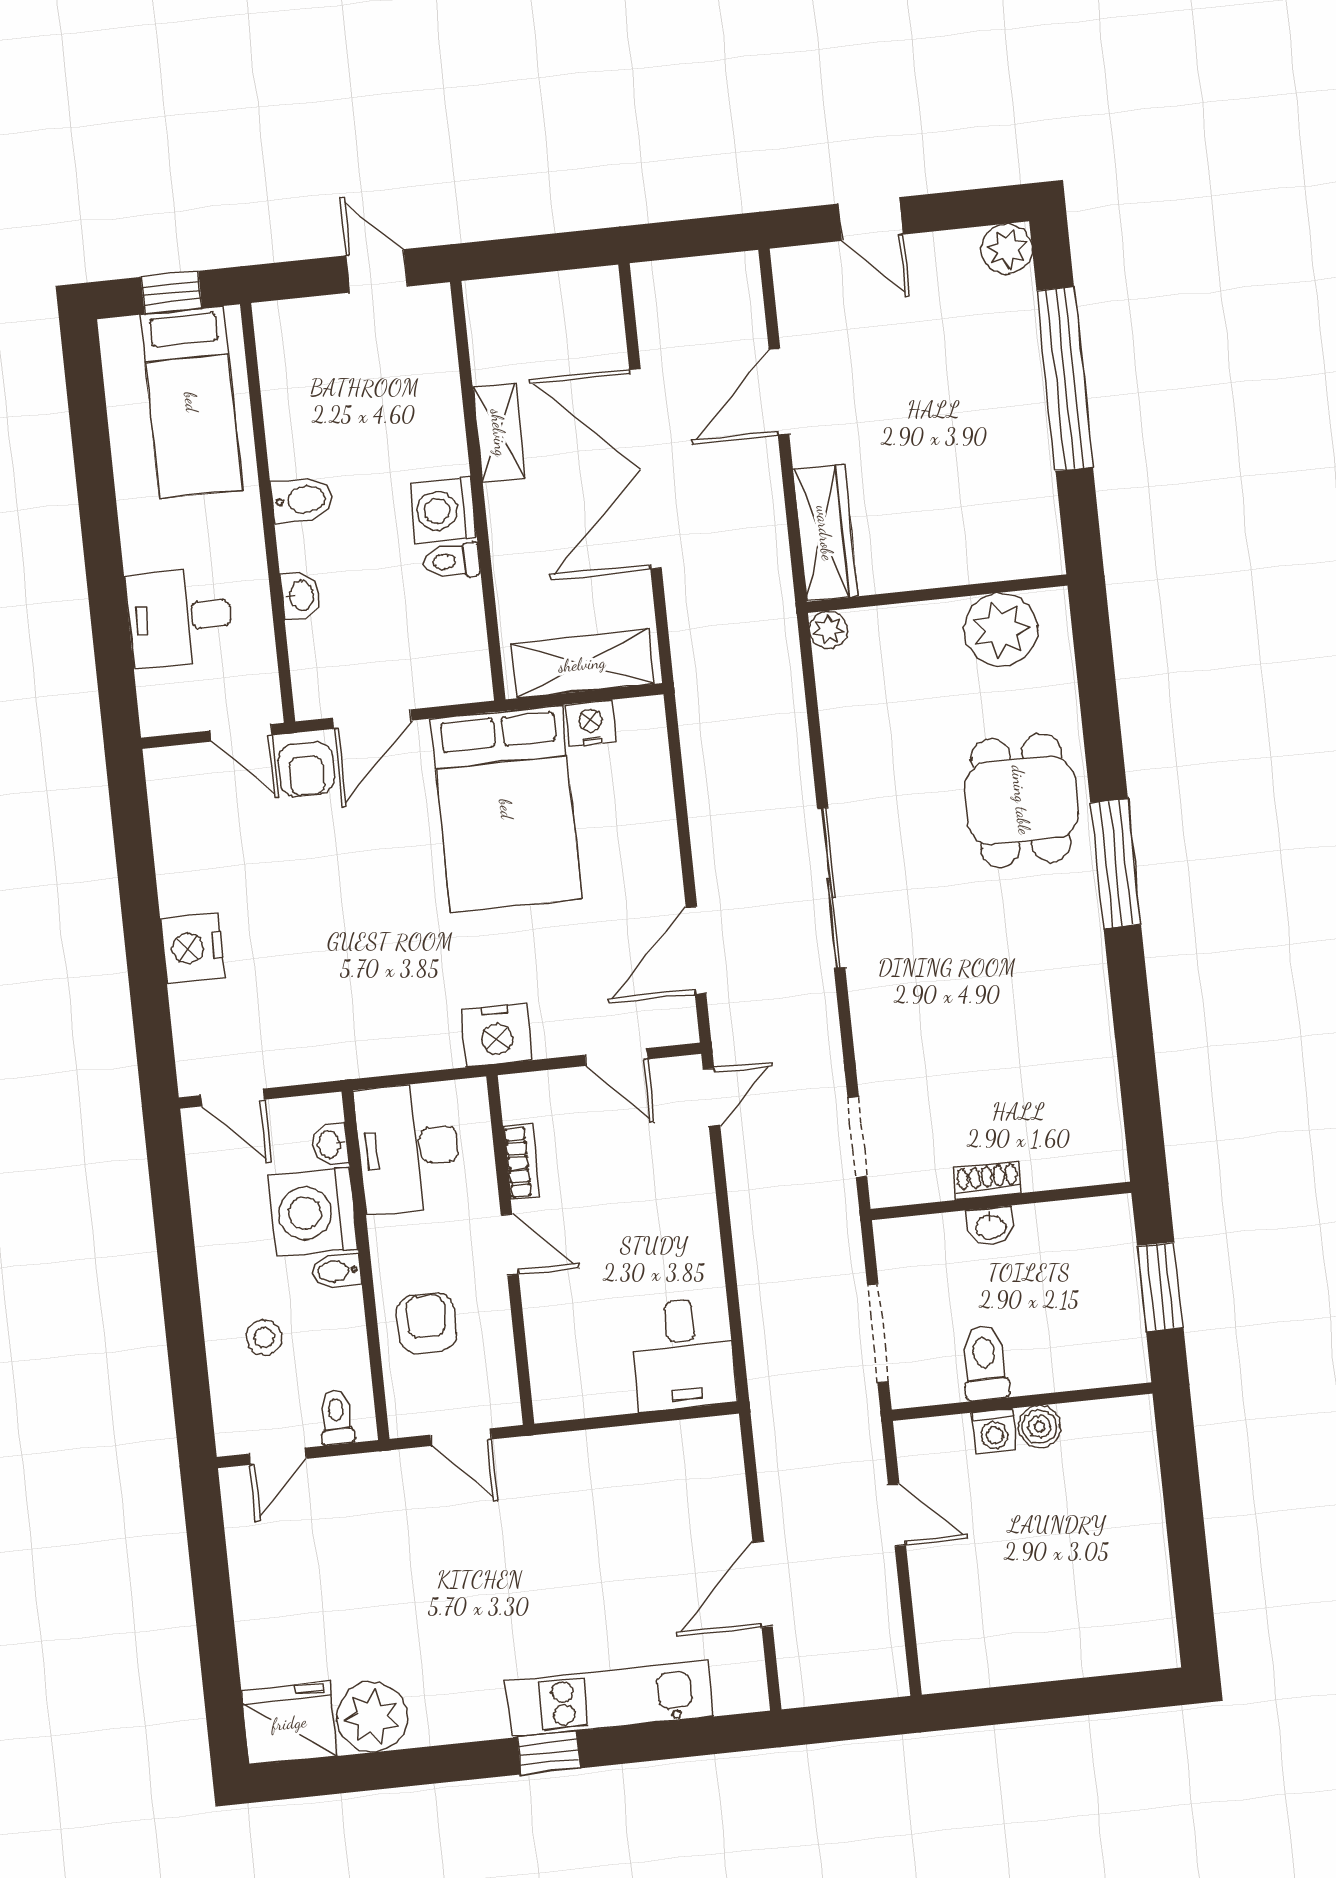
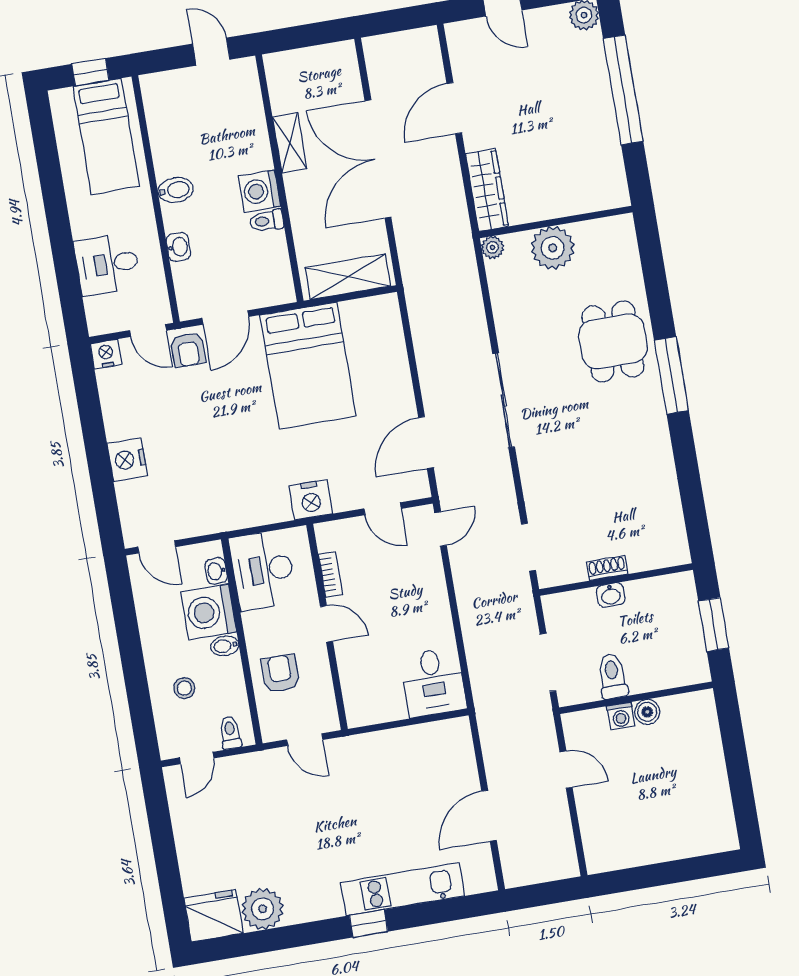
plant: (1001, 629) -> (553, 248), moved
nightstand: (591, 724) -> (106, 354), moved

